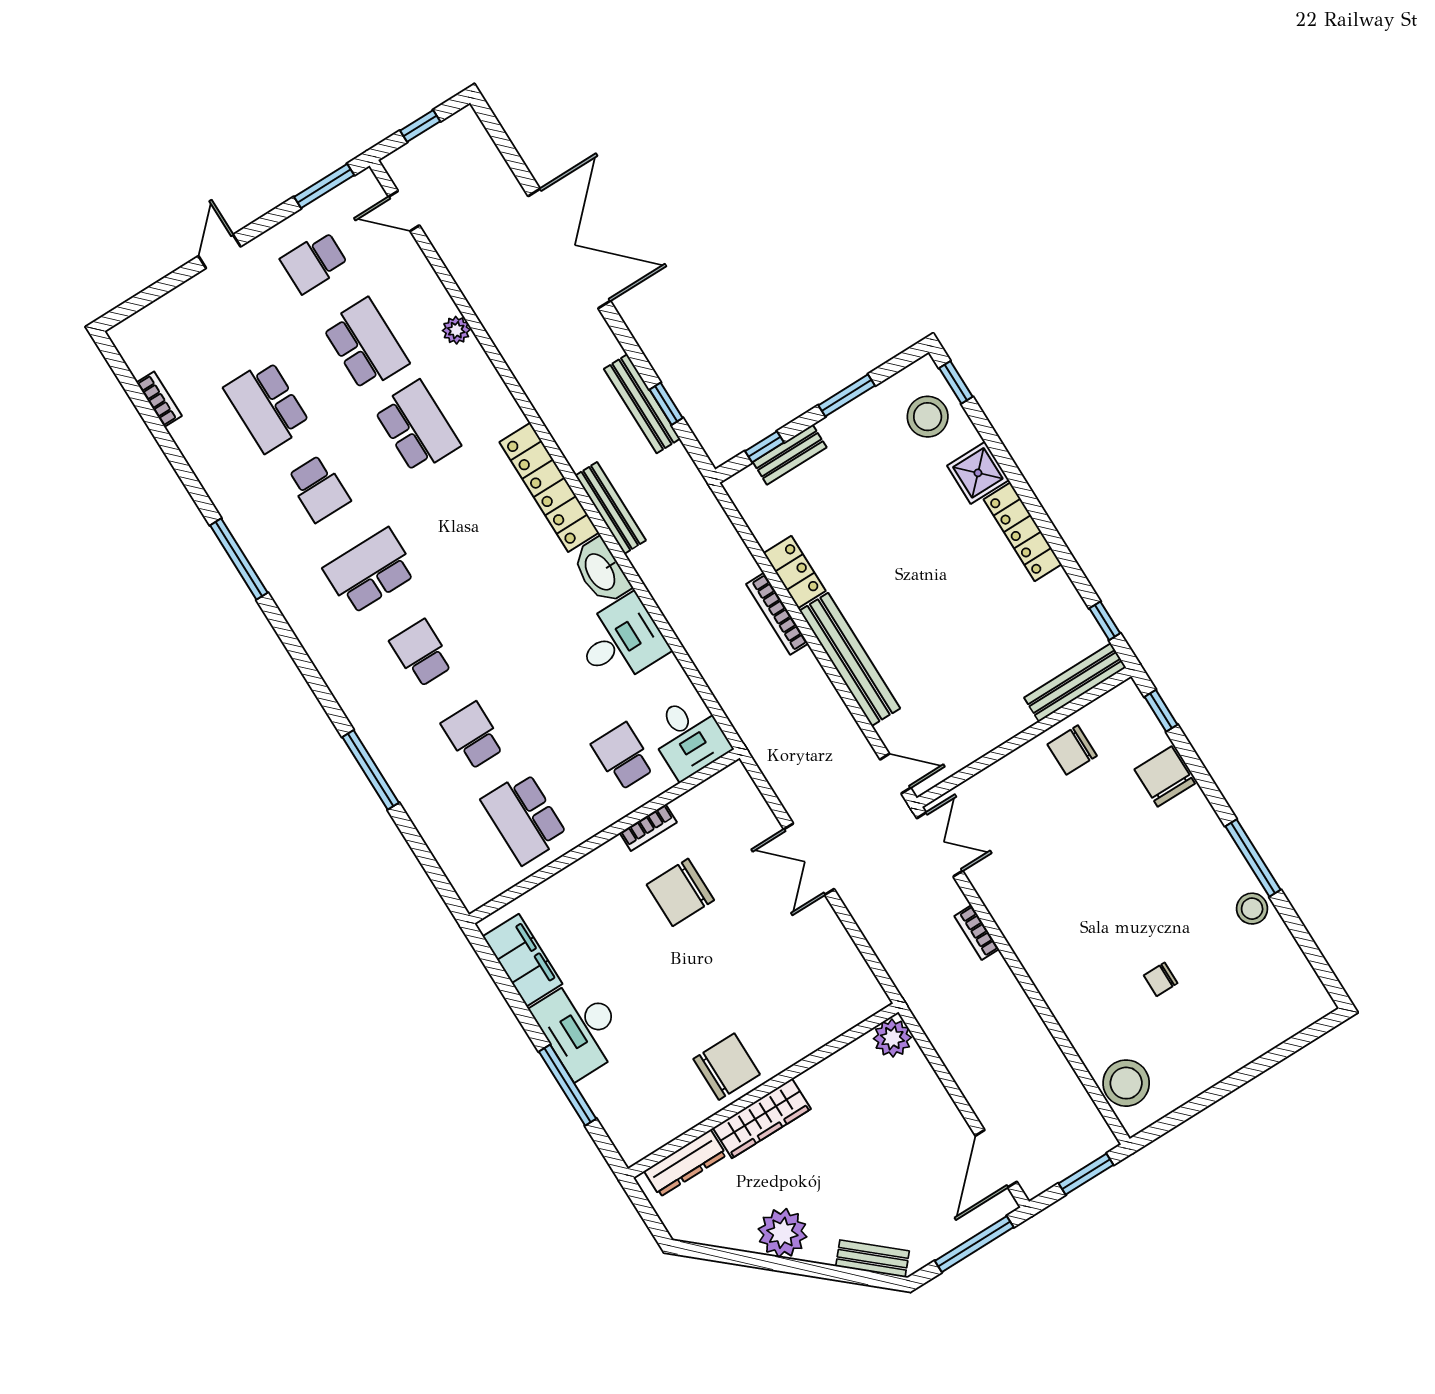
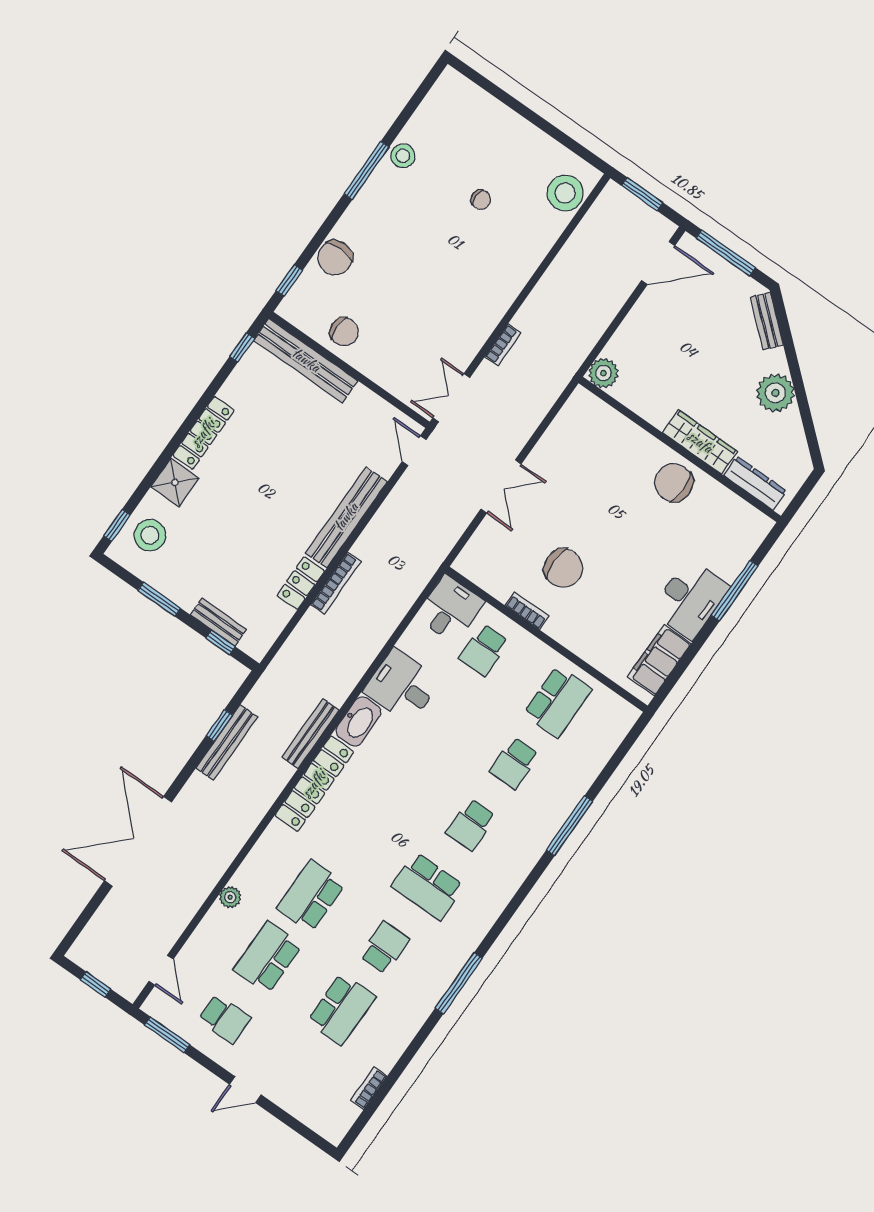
bench: (1075, 683) -> (306, 360), width x1.37, depth x1.21

